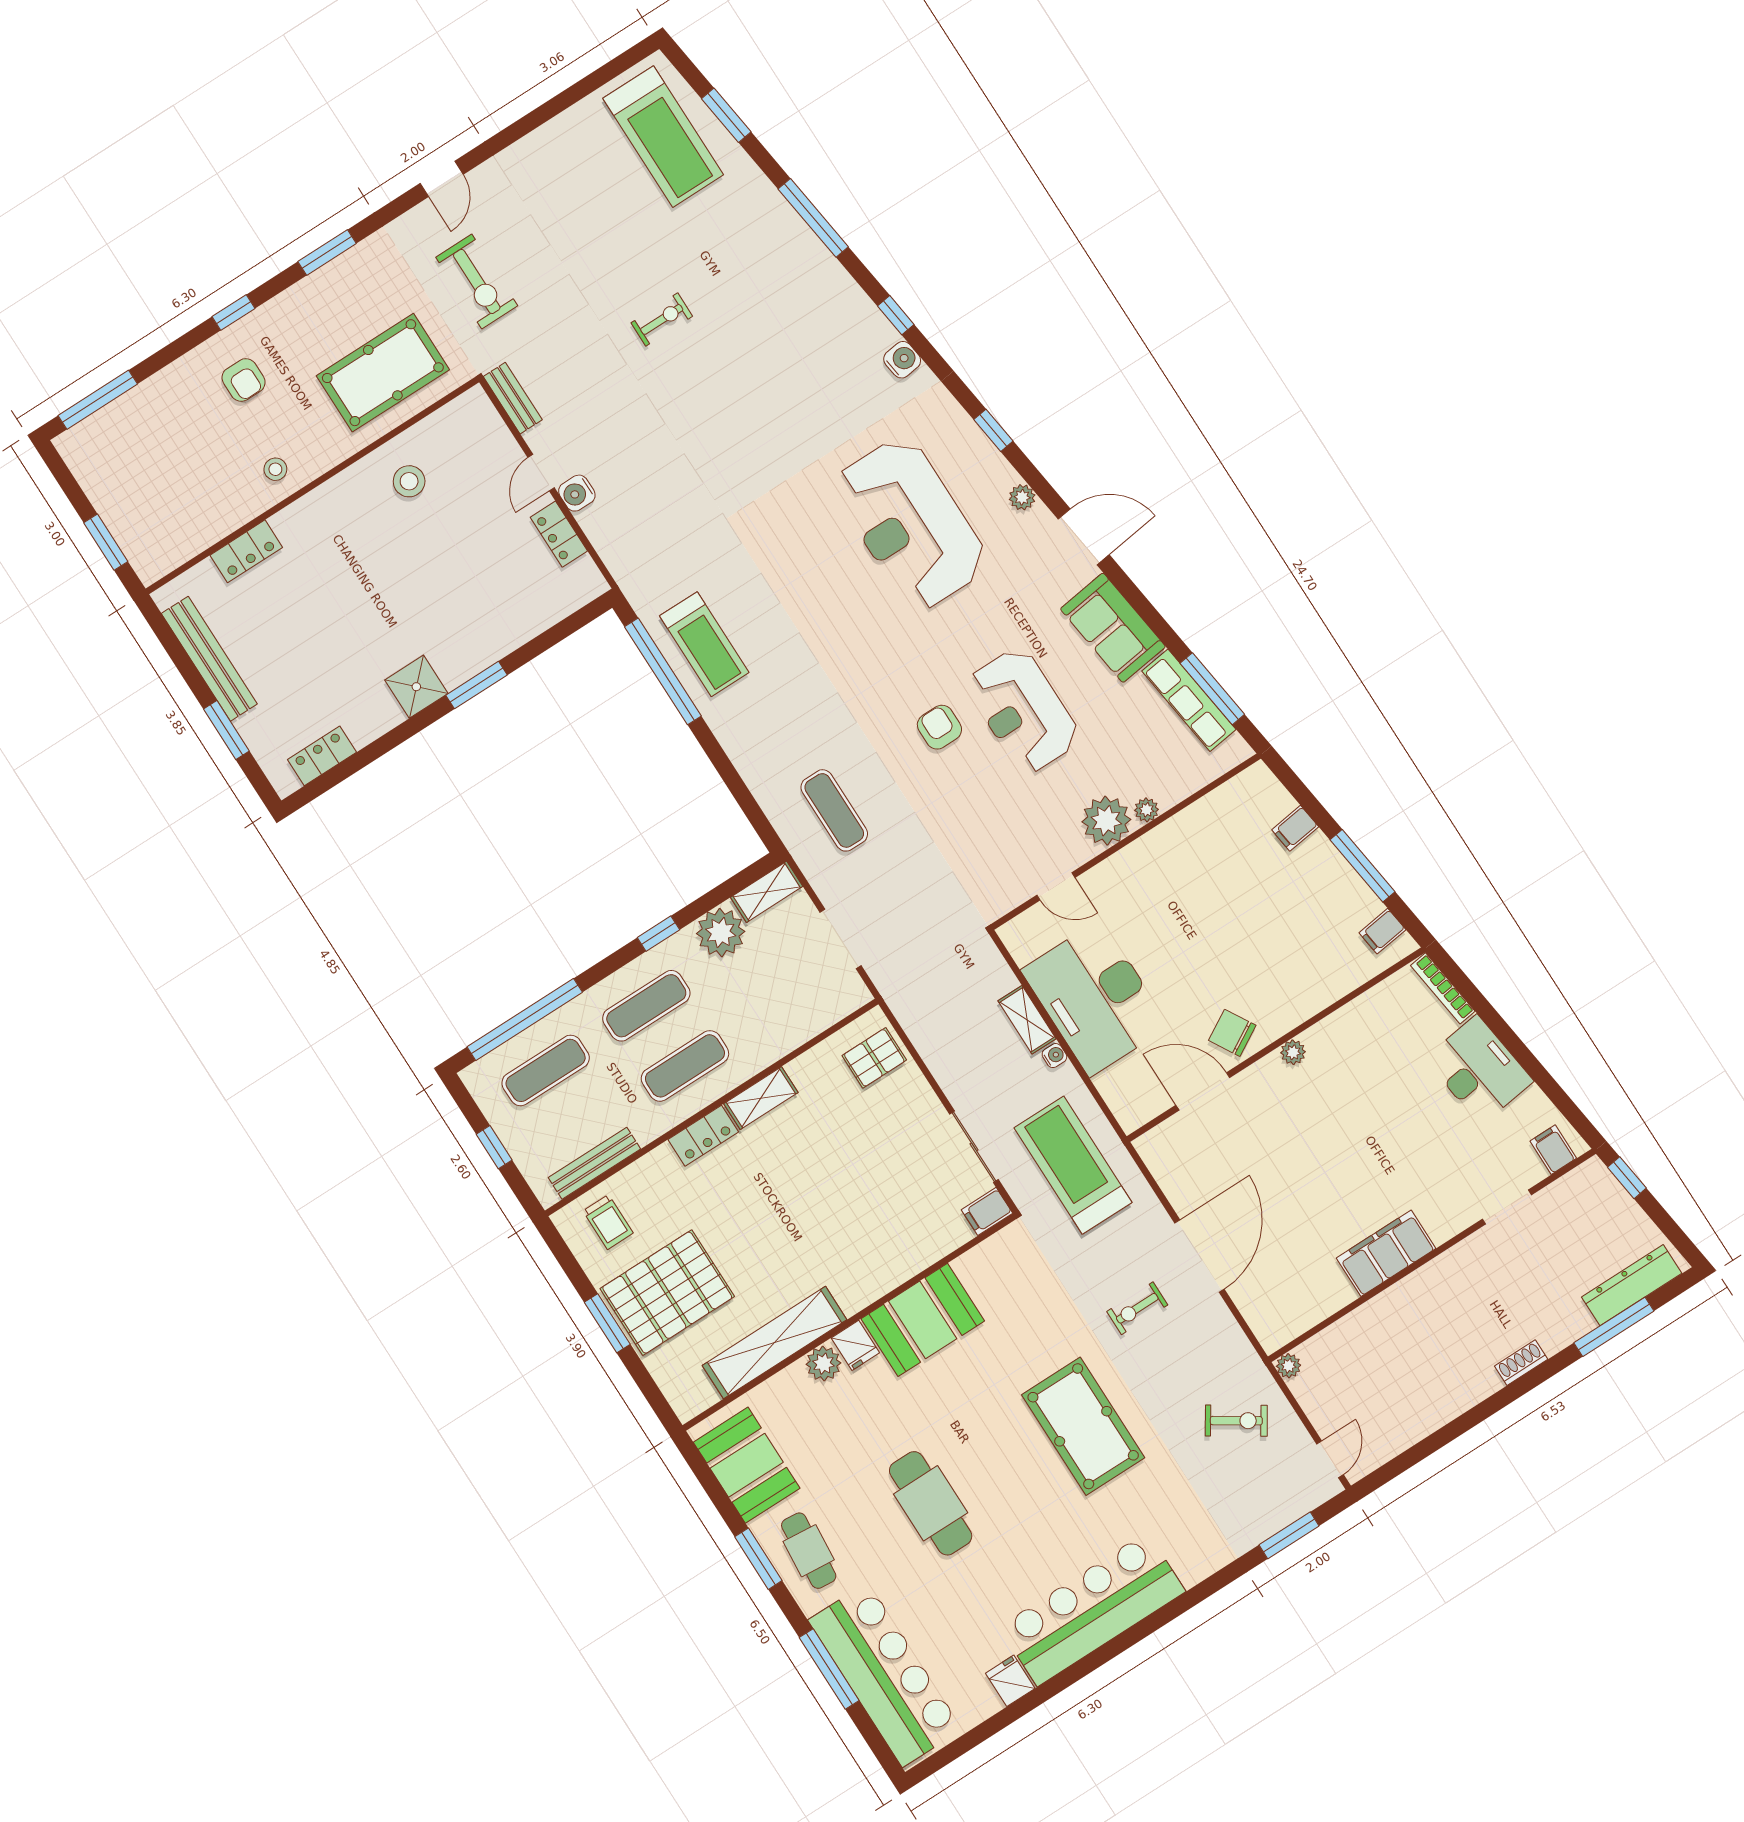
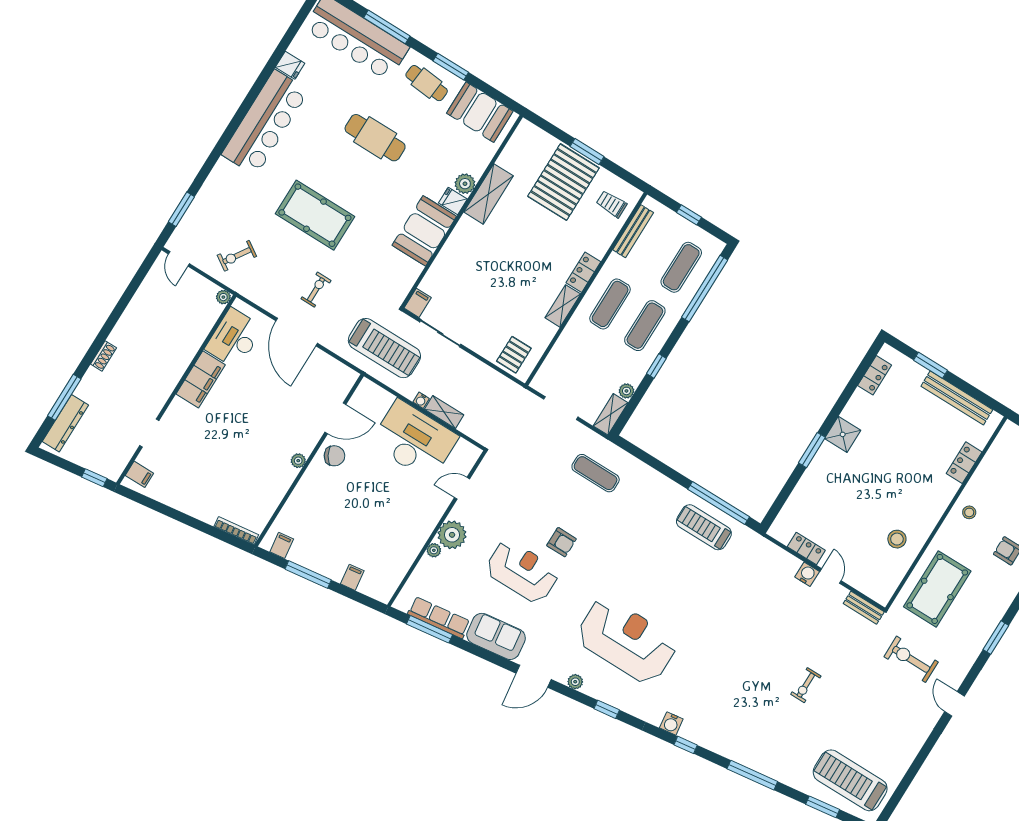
plant: (721, 933) -> (626, 391), width x0.53, depth x0.53
desk: (1479, 1070) -> (234, 338), moved, turned 98
shelving: (775, 1343) -> (488, 194), width x0.68

